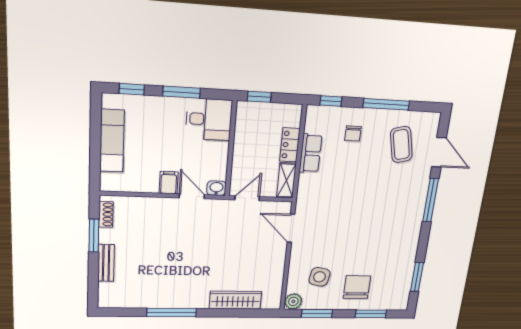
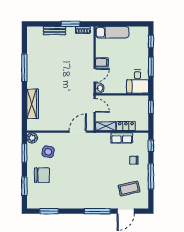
exam couch: (112, 141) -> (112, 32), moved

